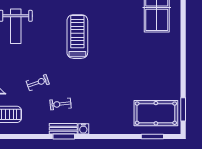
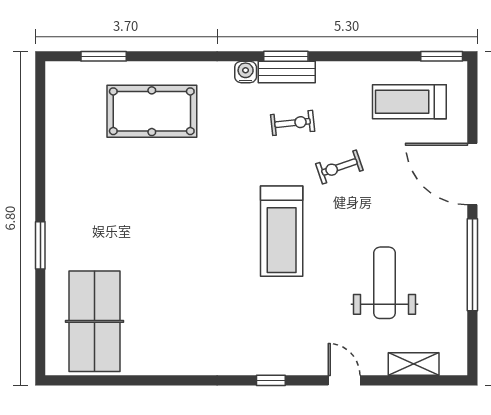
treadmill: (77, 37) -> (282, 231), moved
window: (183, 109) -> (40, 245), moved
pool table: (156, 113) -> (152, 111), moved

